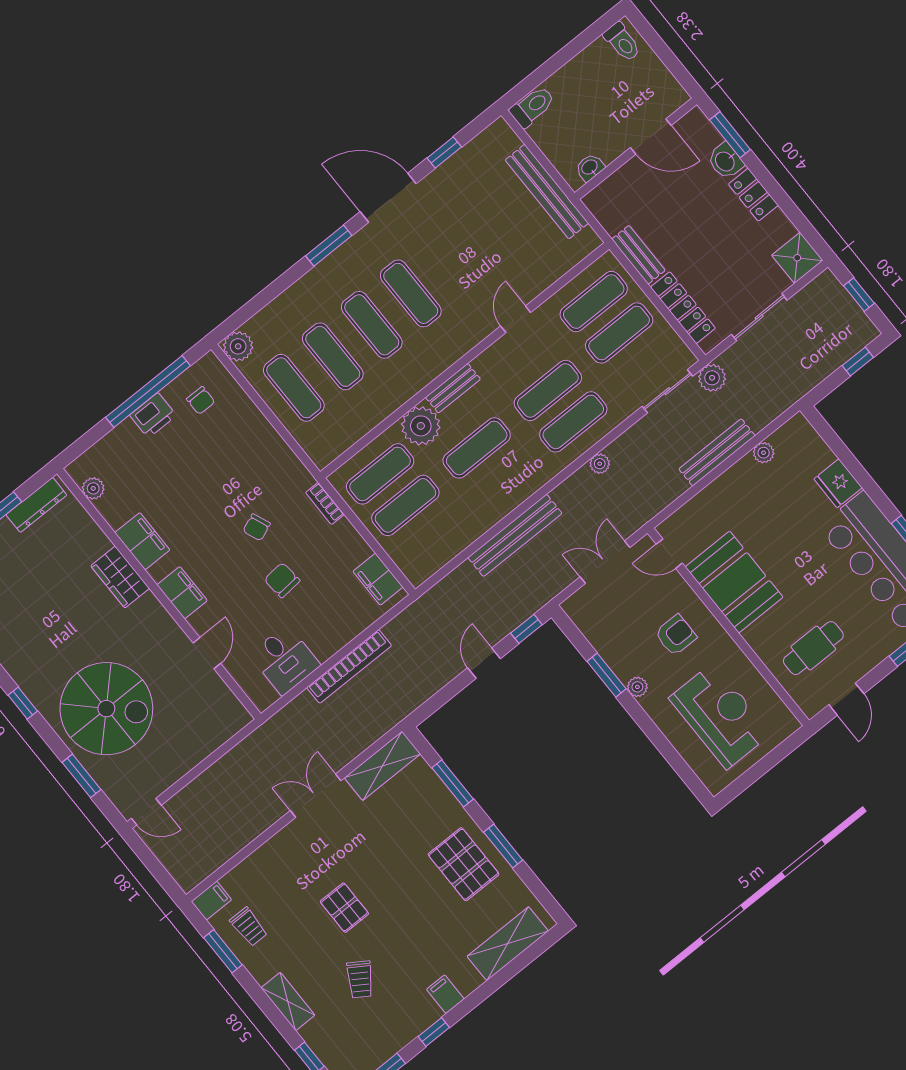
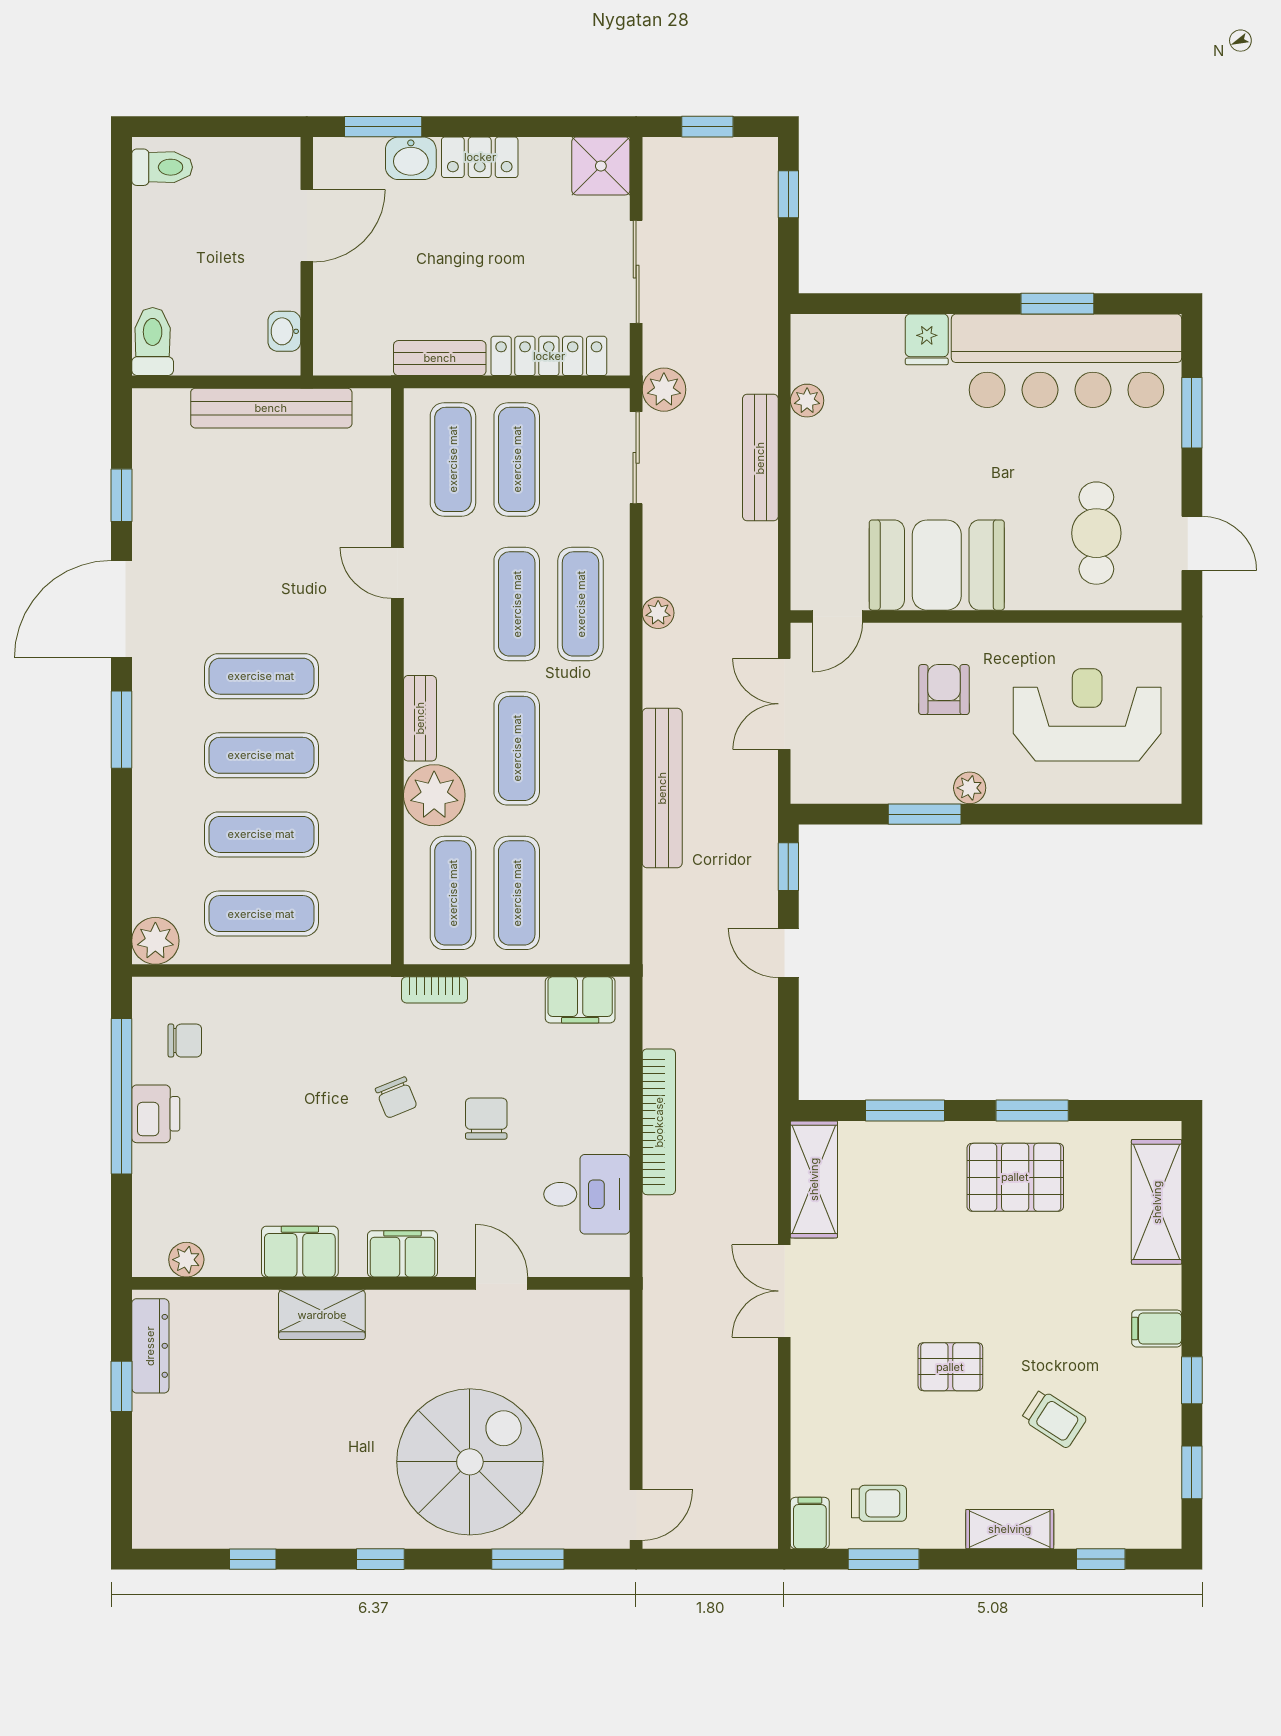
fridge: (838, 483) -> (927, 339), width x0.72
chair: (282, 580) -> (486, 1119), turned 95

